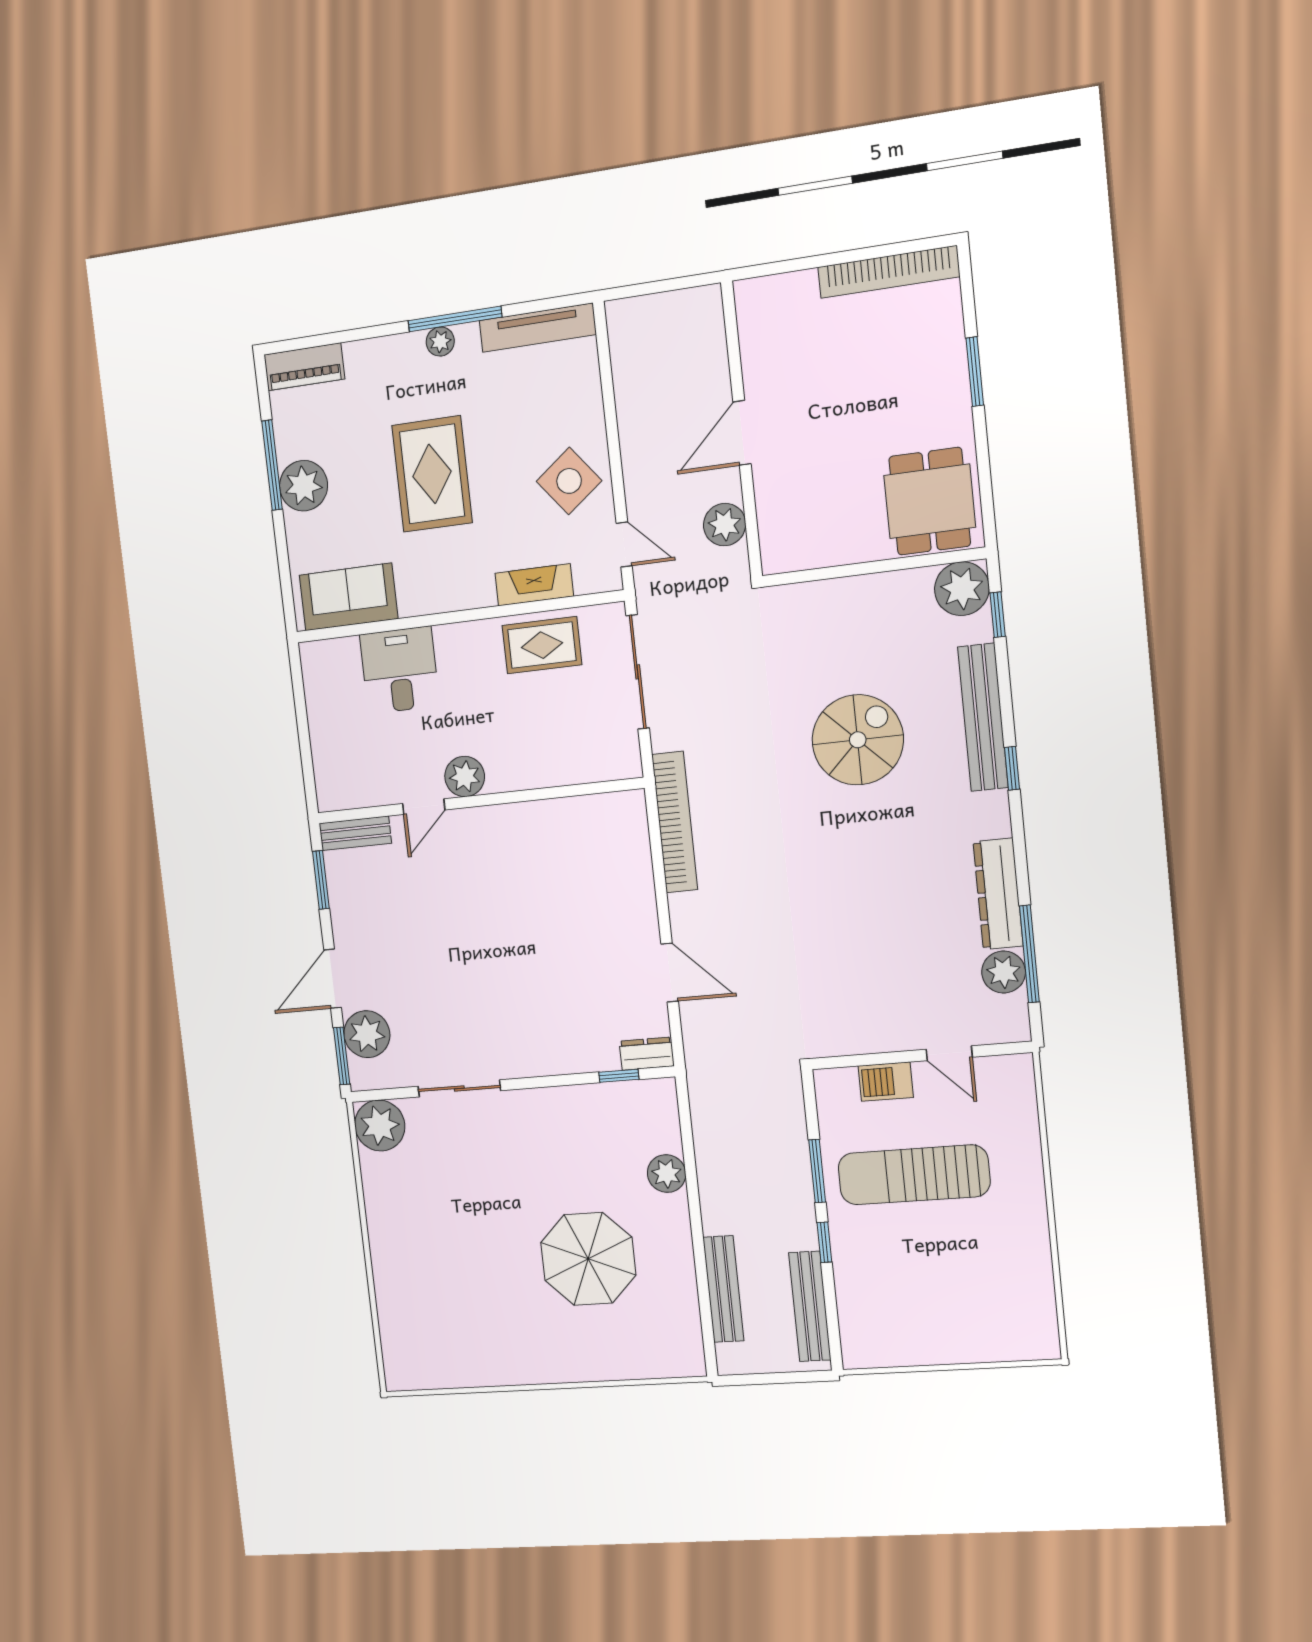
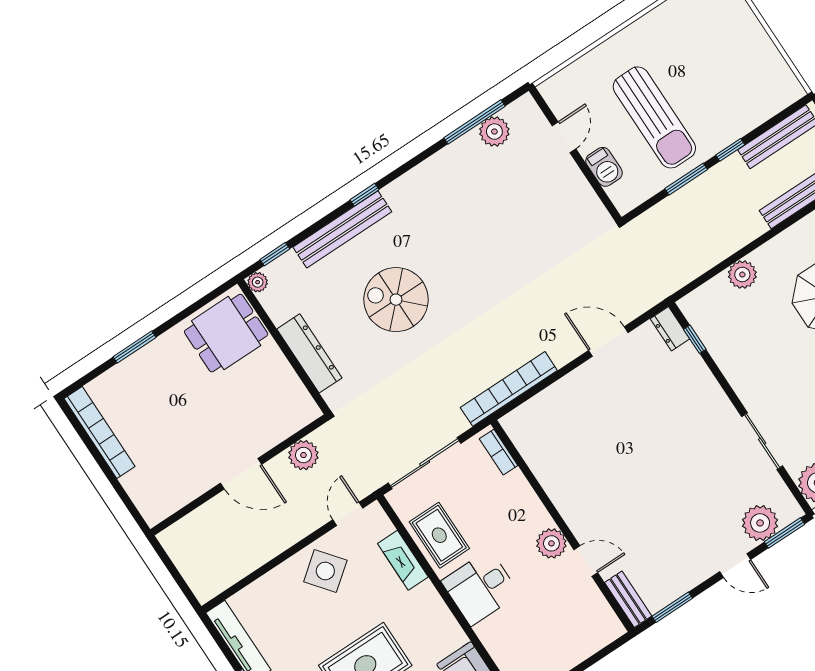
plant: (962, 589) -> (258, 282), width x0.53, depth x0.53
desk: (400, 670) -> (480, 588), moved
bookcase: (605, 770) -> (499, 452), added
dresser: (998, 894) -> (309, 353), moved, turned -90
door: (670, 972) -> (608, 341), hinge flipped
door: (333, 979) -> (735, 566), width x0.73

